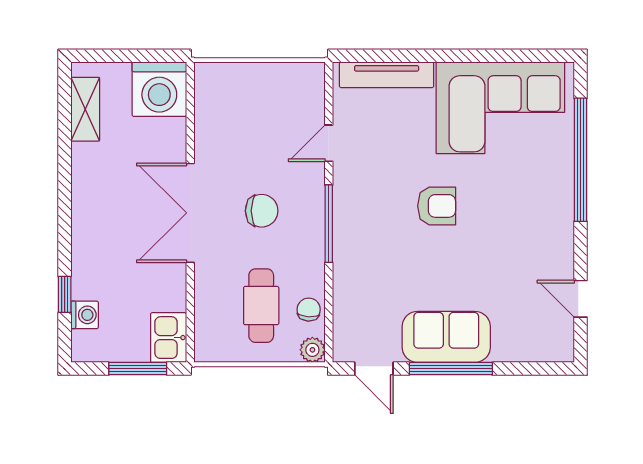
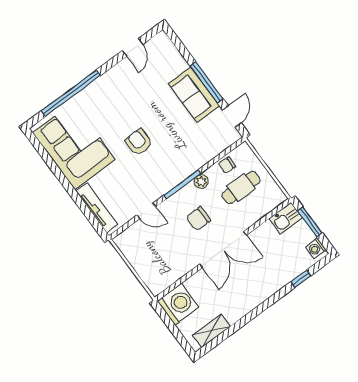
chair: (262, 211) -> (199, 219), turned -90
washing machine: (85, 315) -> (316, 248), moved, turned -90
plant: (312, 350) -> (201, 182), moved

